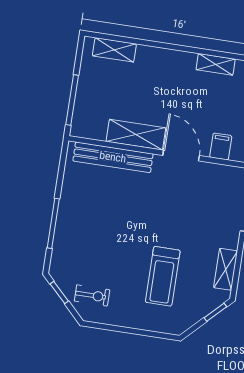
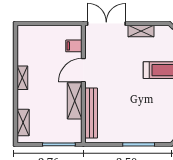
shelving: (216, 64) -> (22, 78), moved
shelving: (226, 269) -> (141, 31), moved

